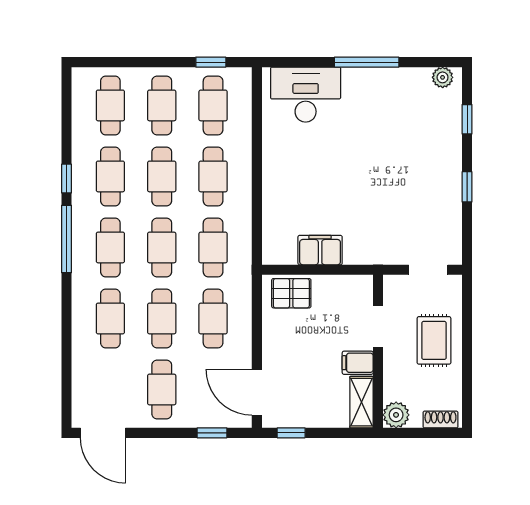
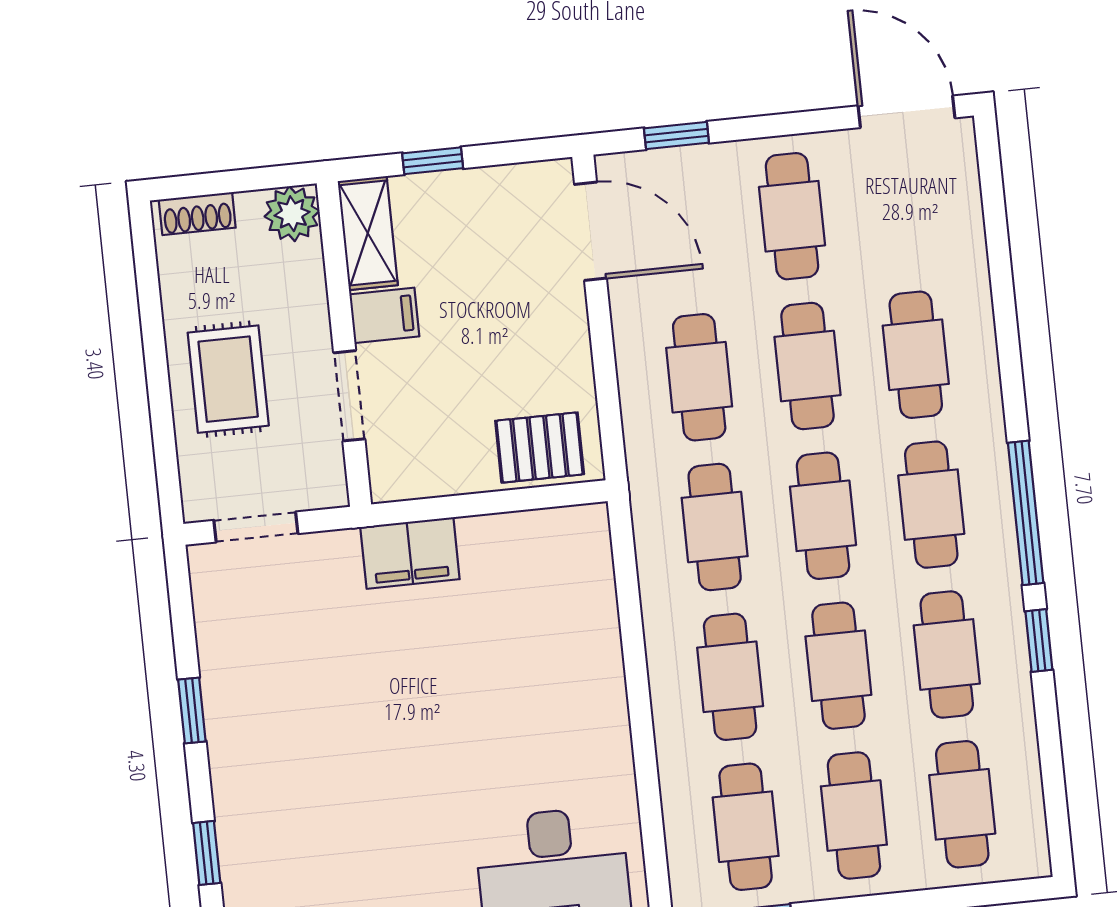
filing cabinet: (320, 250) -> (410, 553), moved
window: (291, 433) -> (433, 161), moved

